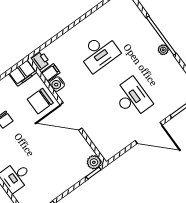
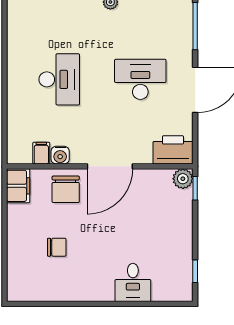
printer: (41, 61) -> (173, 150), moved, width x1.87, depth x1.48

